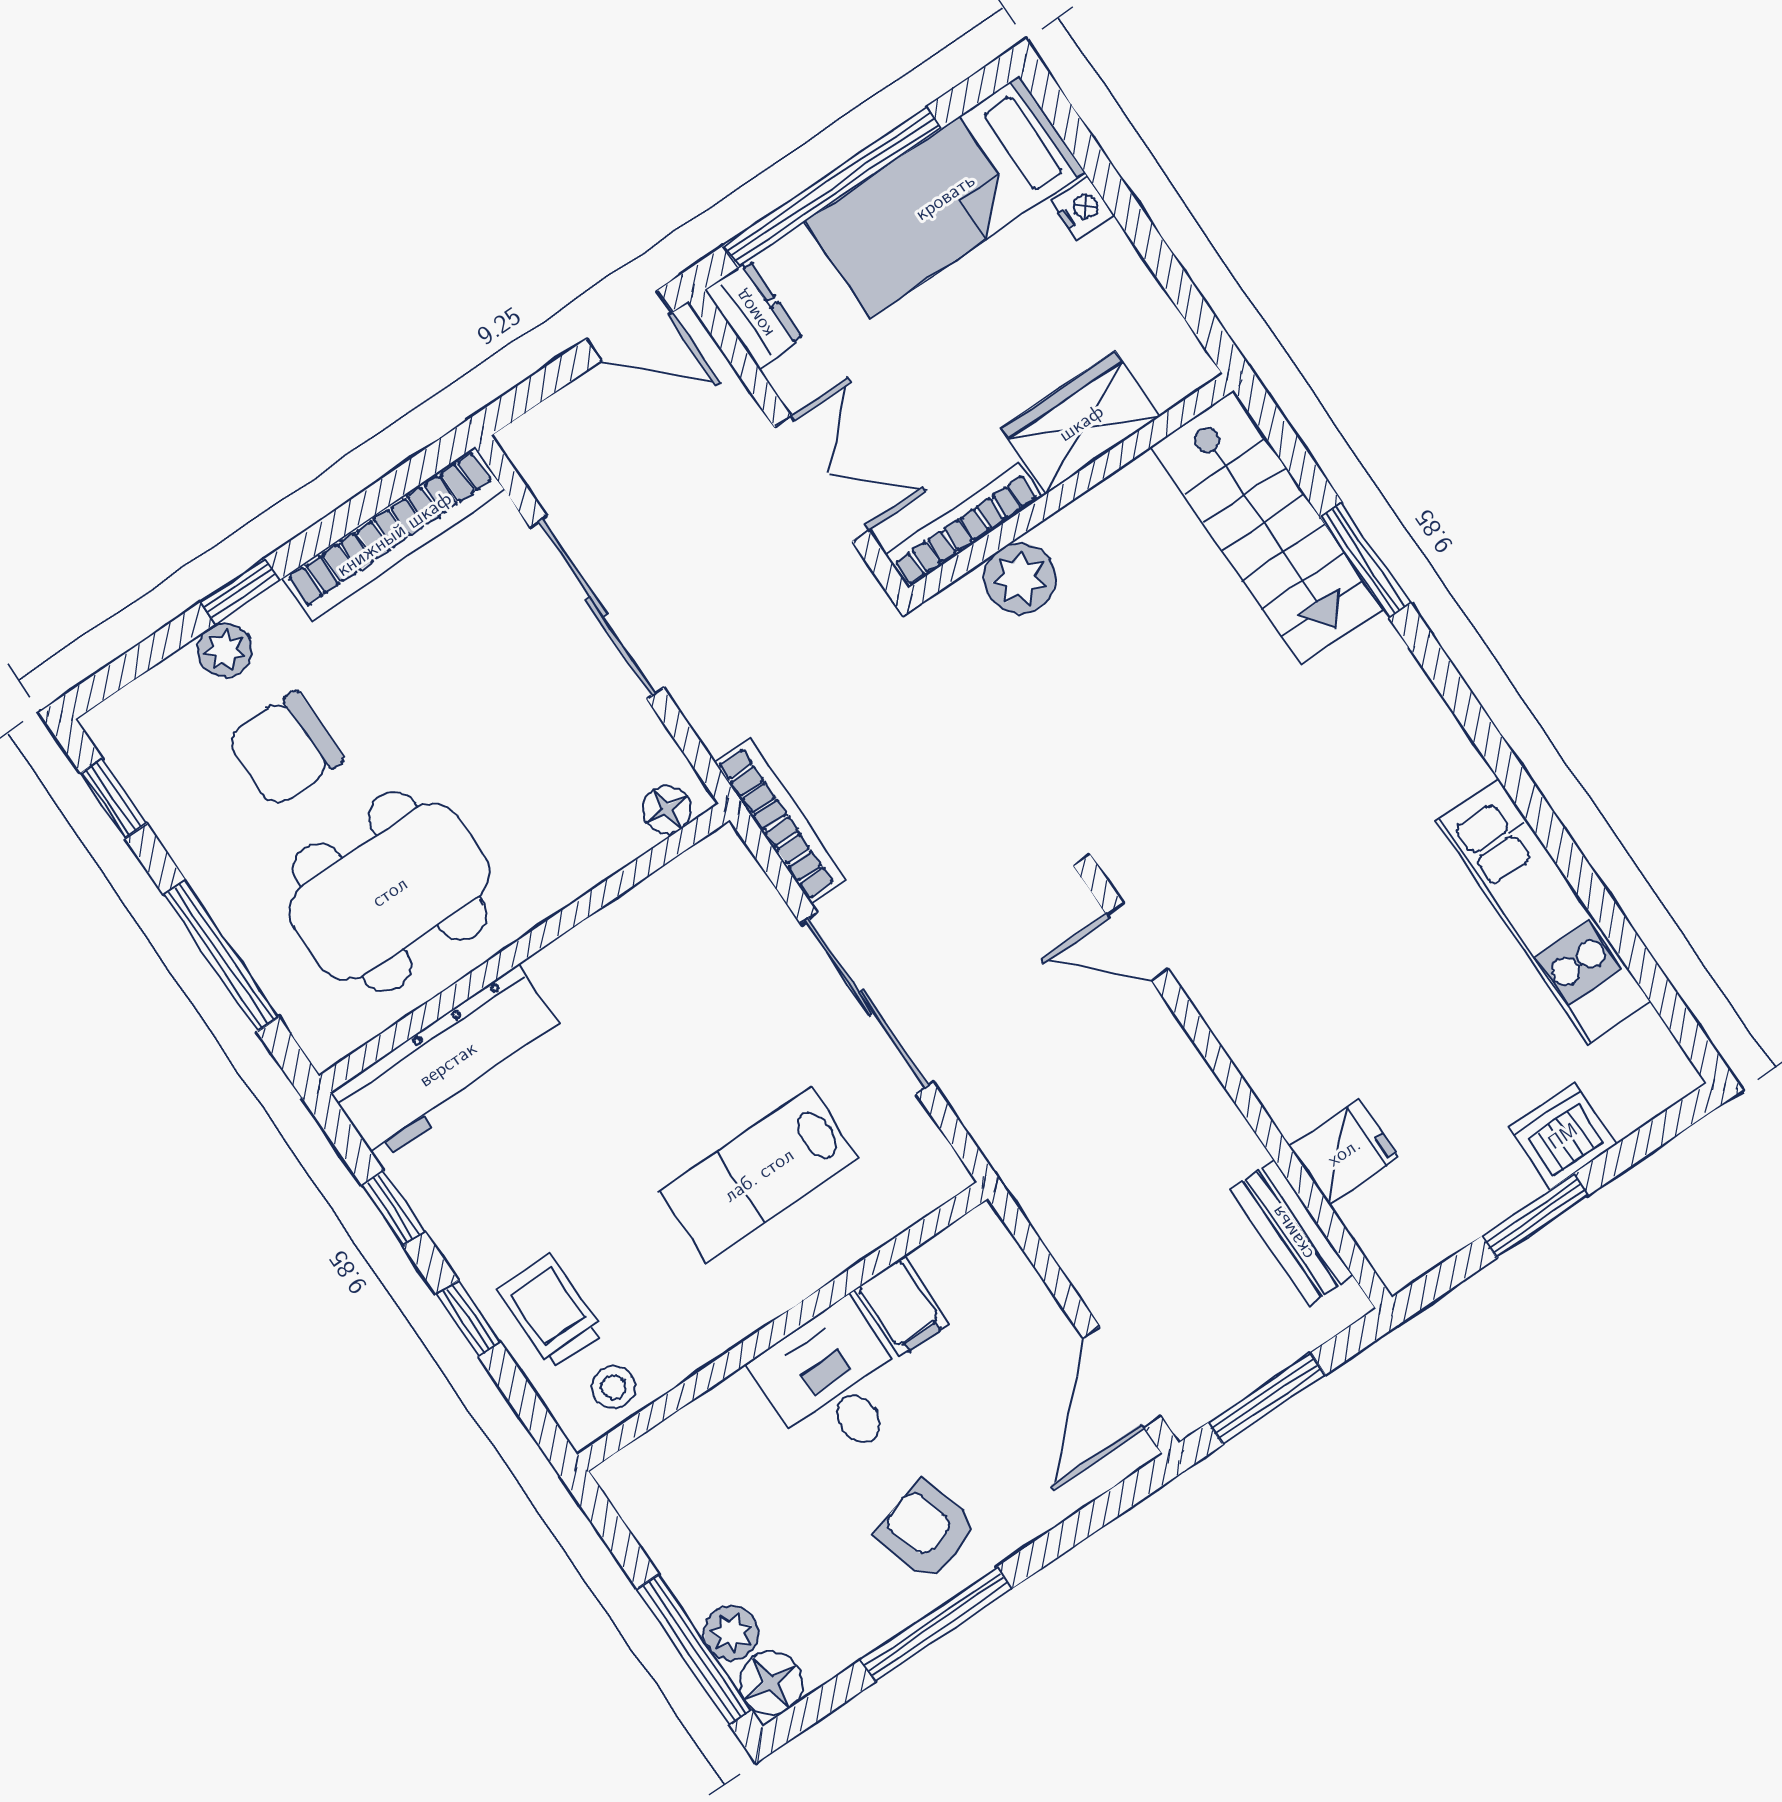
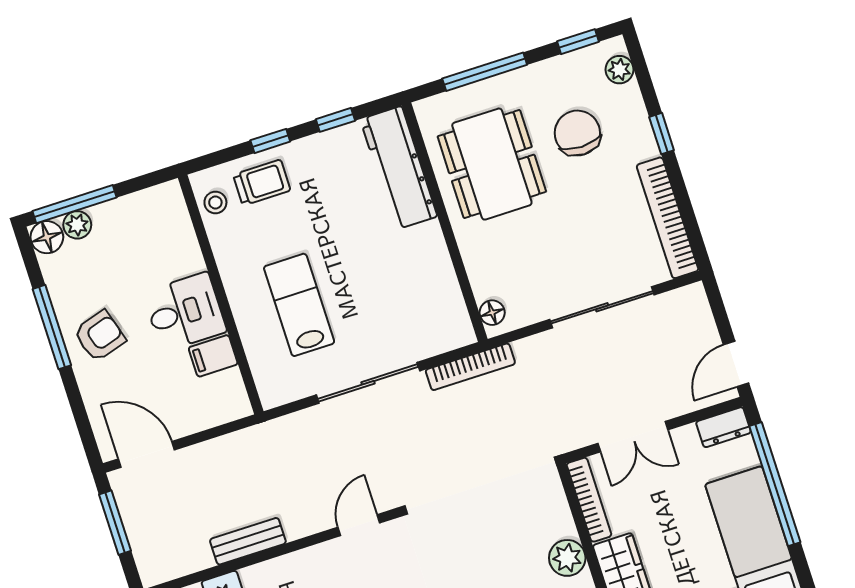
plant: (1020, 578) -> (567, 558), moved
plant: (224, 650) -> (619, 70), moved
bench: (1292, 1233) -> (248, 541), moved

